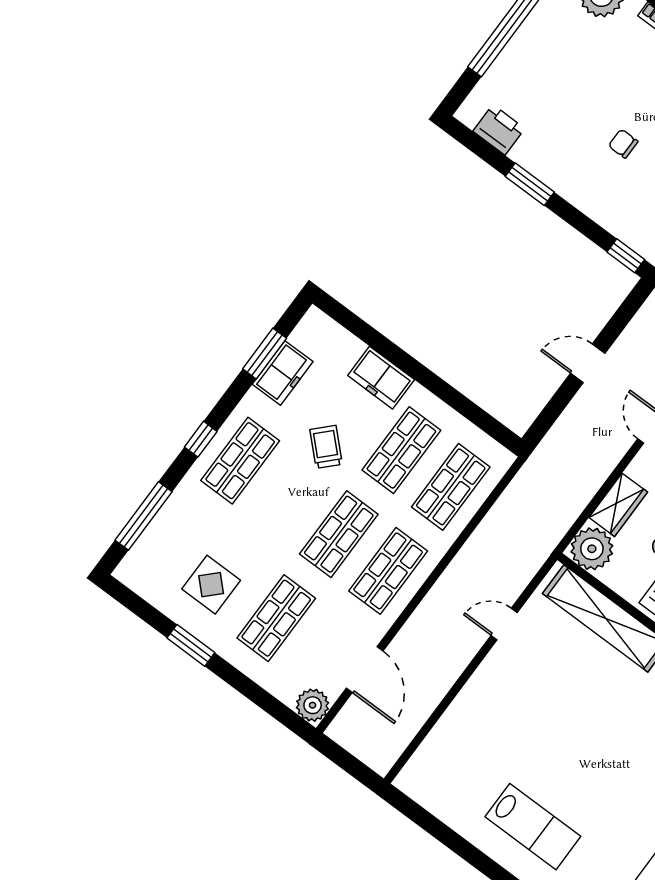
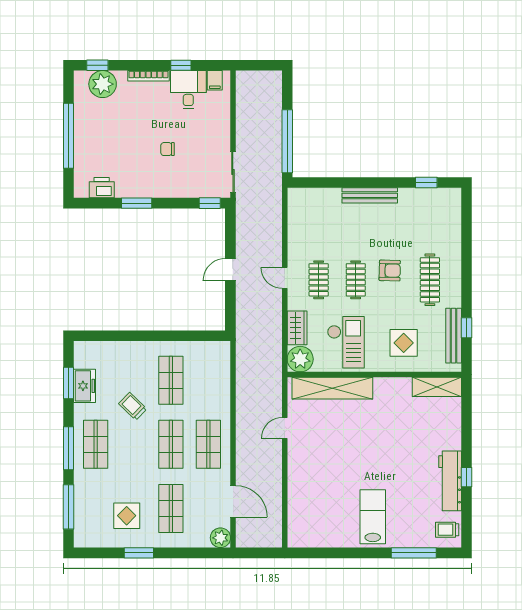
freezer: (381, 378) -> (134, 352), removed
window: (201, 439) -> (68, 448), width x2.17
shop shelf: (451, 487) -> (208, 380), removed
lab bench: (533, 827) -> (373, 517), turned -90

